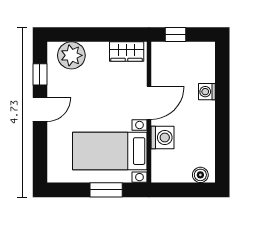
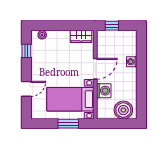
plant: (71, 55) -> (42, 35), width x0.53, depth x0.53
door: (40, 110) -> (26, 89), moved
boiler: (200, 175) -> (123, 110), width x1.86, depth x1.86

